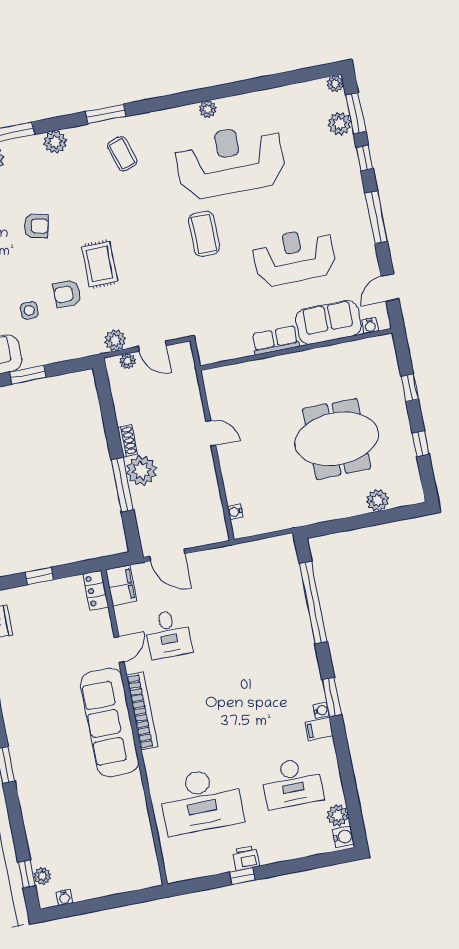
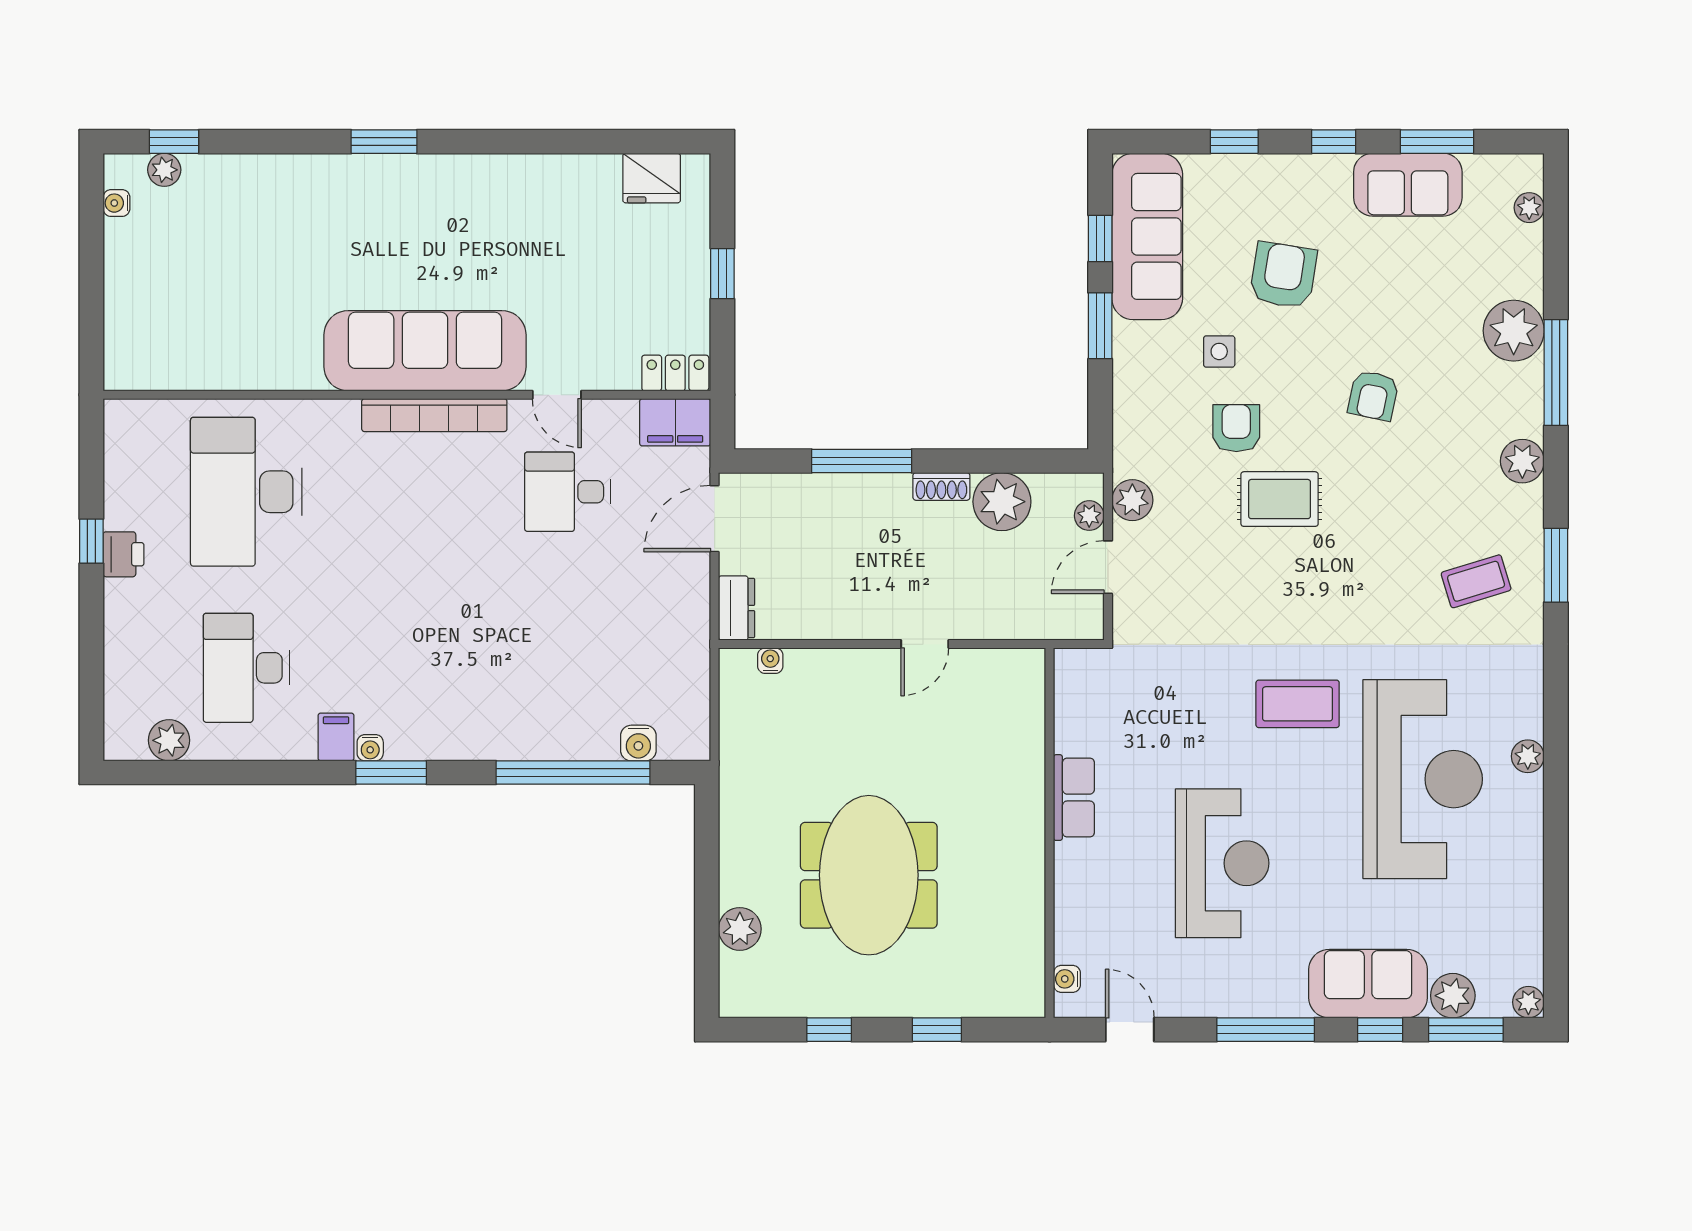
sofa: (329, 322) -> (1368, 984), moved, turned -90
plant: (141, 471) -> (1002, 502), moved
dresser: (211, 535) -> (737, 608), added
water cooler: (343, 837) -> (638, 743), moved

